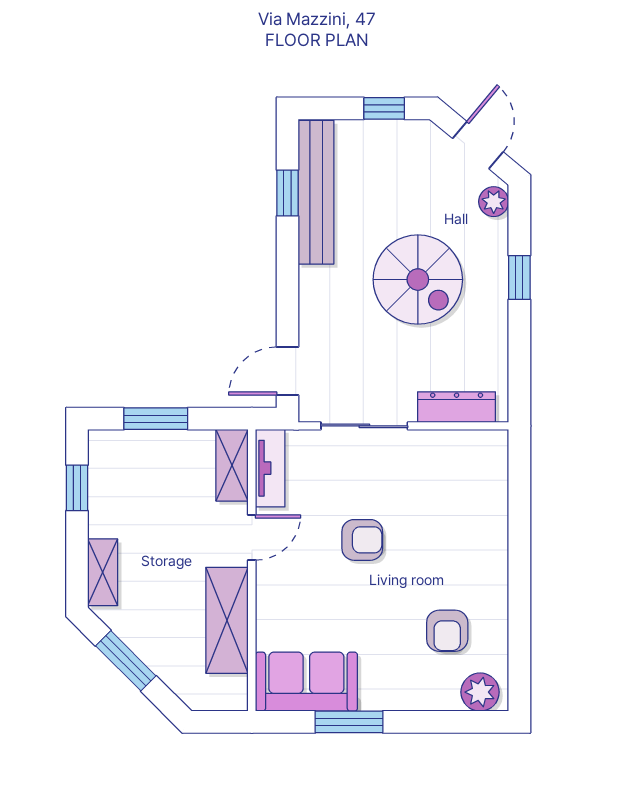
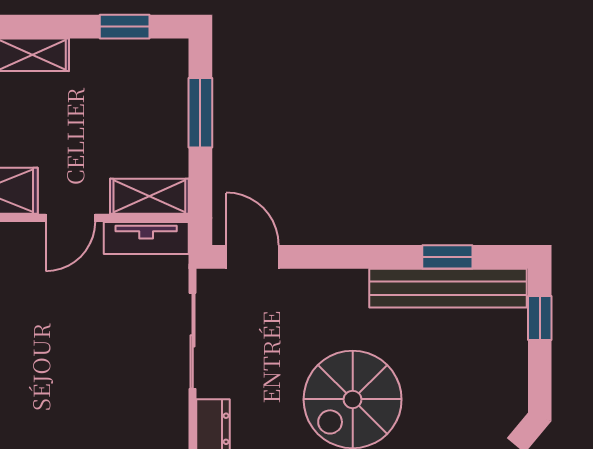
window: (384, 108) -> (540, 318), moved
door: (252, 538) -> (70, 218), hinge flipped
armchair: (362, 540) -> (68, 339), removed

